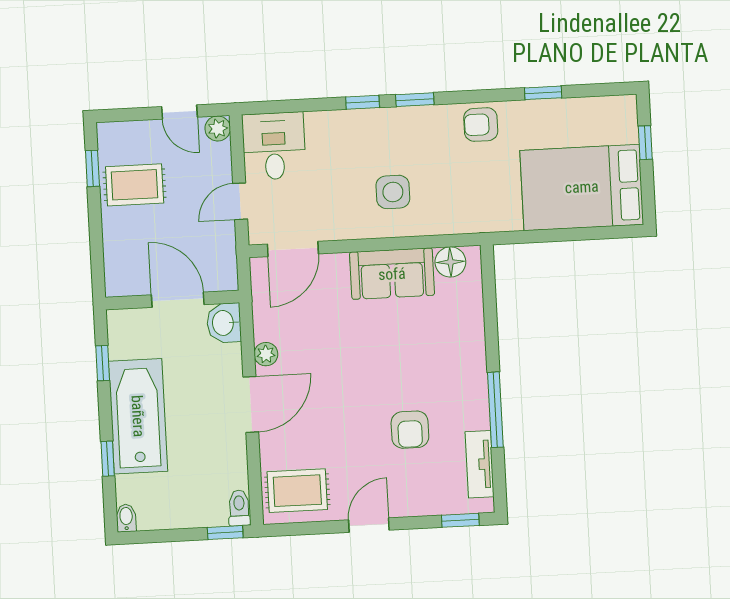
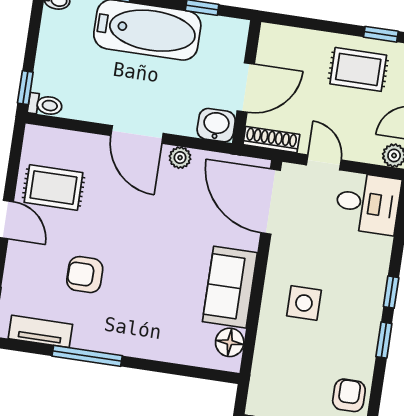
rug: (135, 185) -> (358, 69), turned 90
door: (293, 249) -> (271, 202), width x1.36
shoe rack: (227, 262) -> (271, 140), added
rug: (297, 491) -> (53, 188), moved, turned 90

